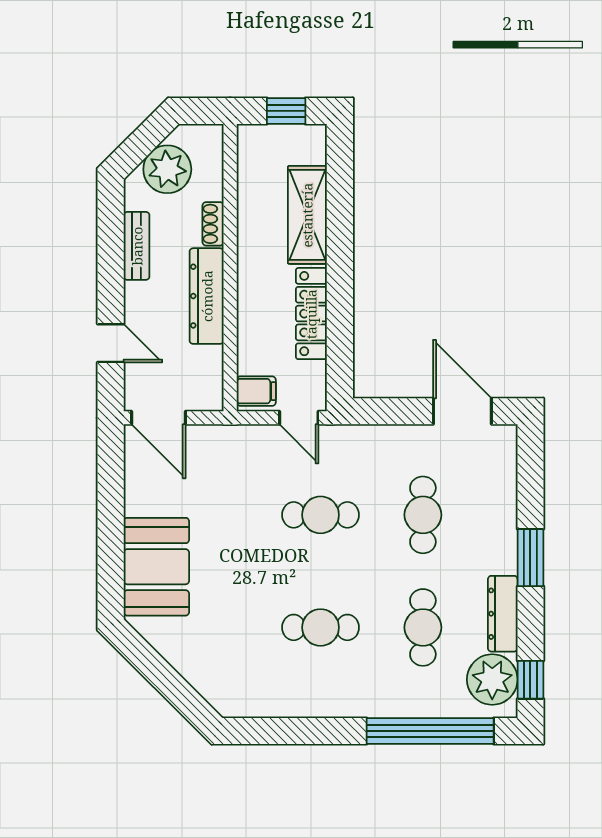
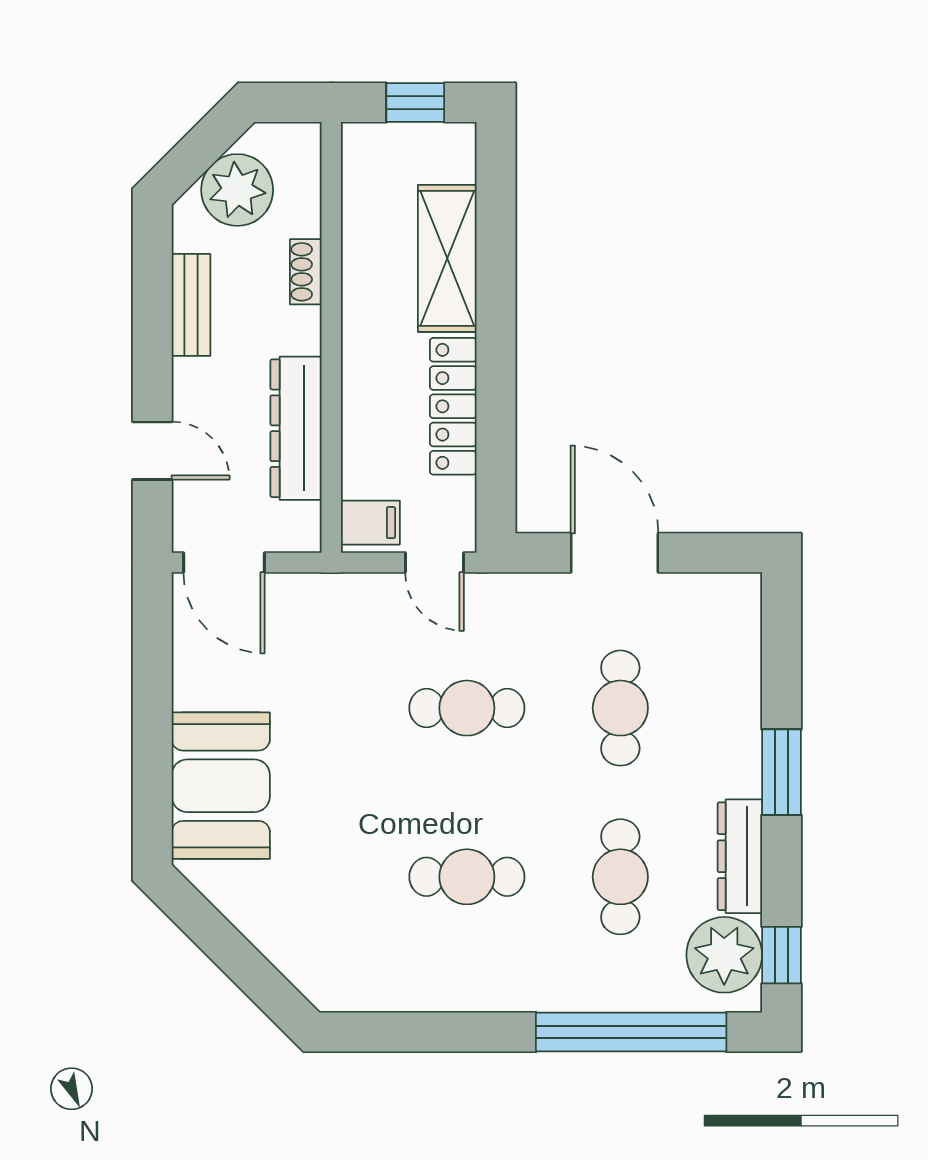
dresser: (207, 296) -> (296, 428), moved
door: (462, 411) -> (615, 553), moved

